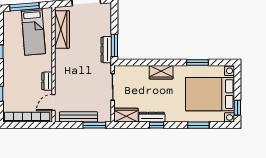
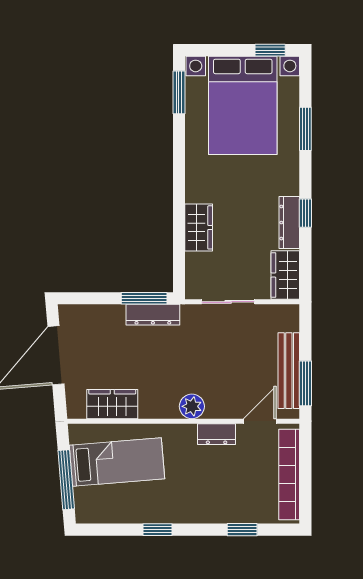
wardrobe: (62, 29) -> (112, 404), width x0.67
window: (198, 63) -> (179, 92), moved
plant: (61, 69) -> (192, 406), added
wardrobe: (161, 72) -> (199, 227), moved
door: (54, 103) -> (260, 421), swing flipped
window: (94, 125) -> (305, 383), moved

